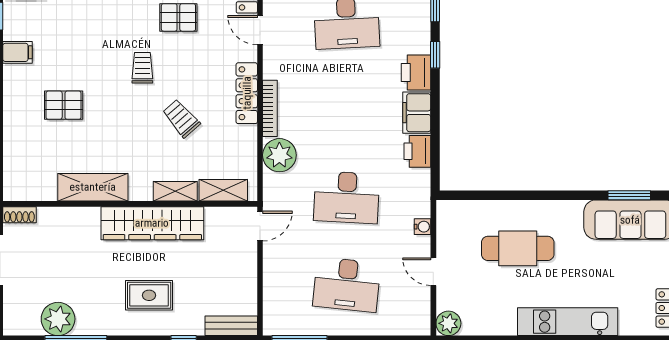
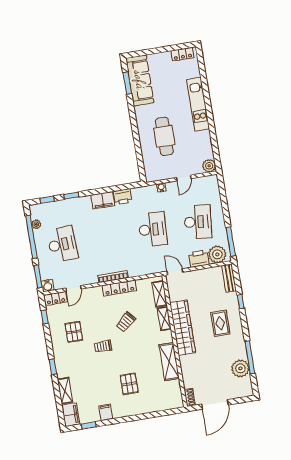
printer: (416, 73) -> (199, 259), moved, turned 180
locker: (247, 93) -> (119, 288), moved
plant: (279, 155) -> (217, 254), moved

